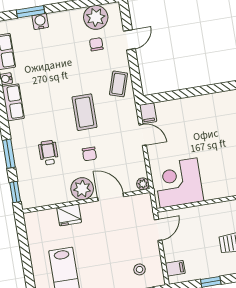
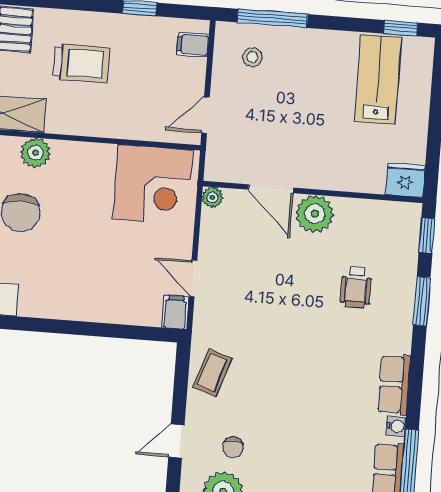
coffee table: (84, 112) -> (280, 340), removed
chair: (89, 154) -> (289, 268), removed
fridge: (69, 215) -> (405, 180), moved

